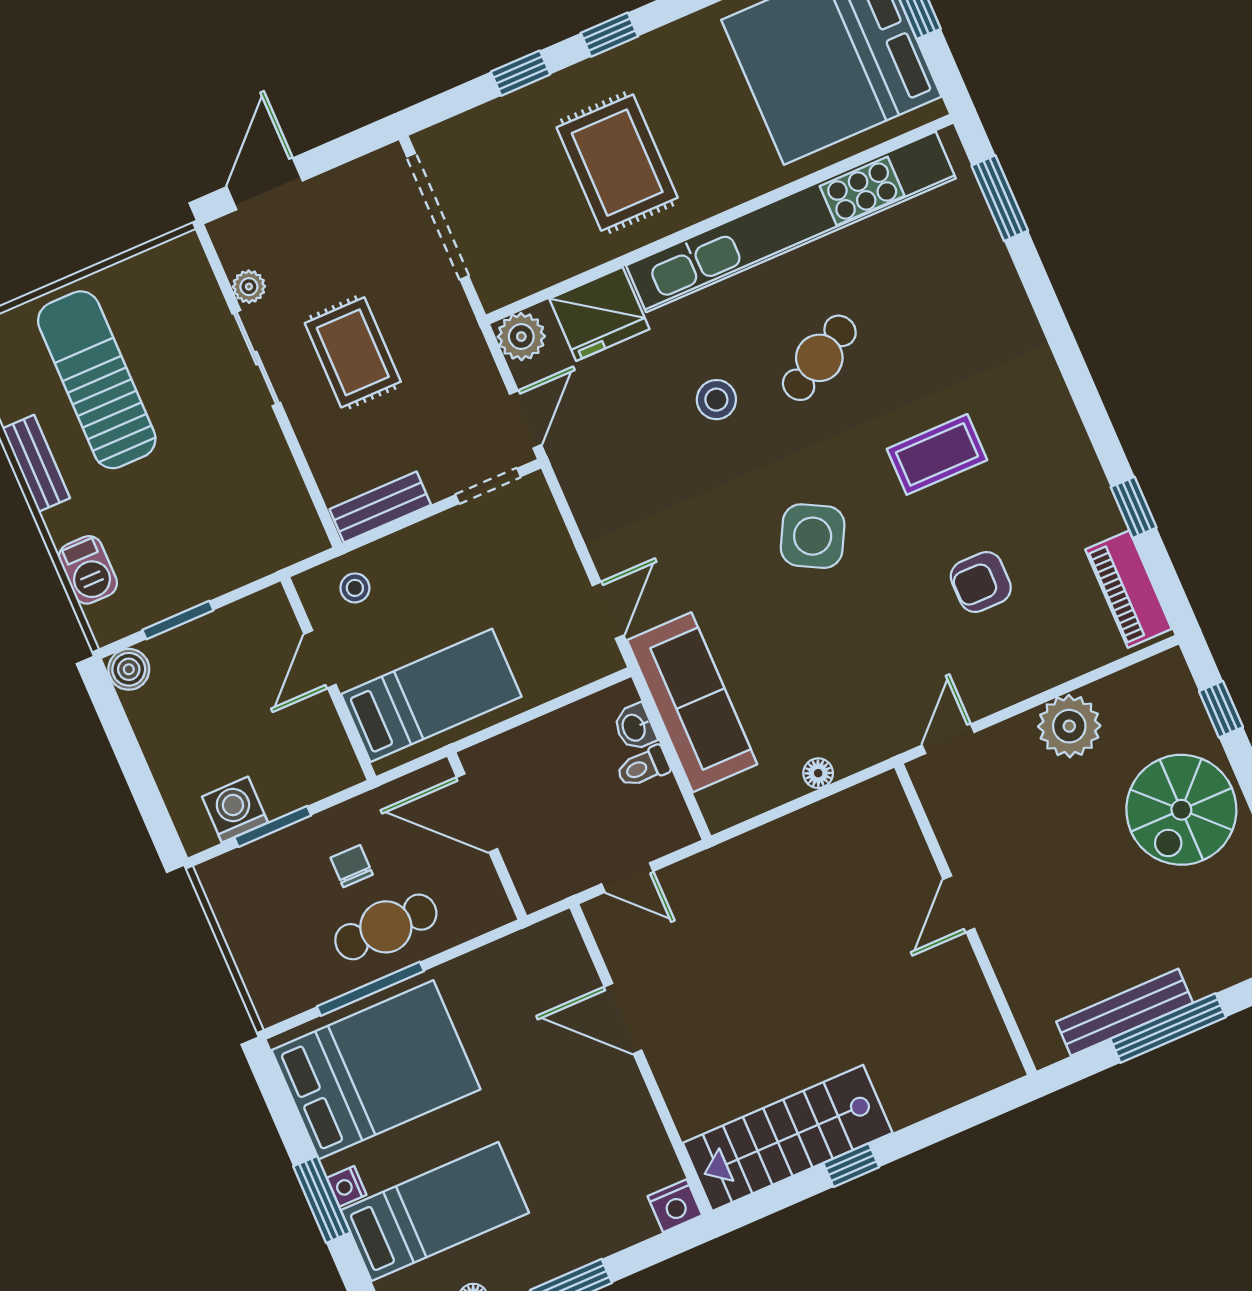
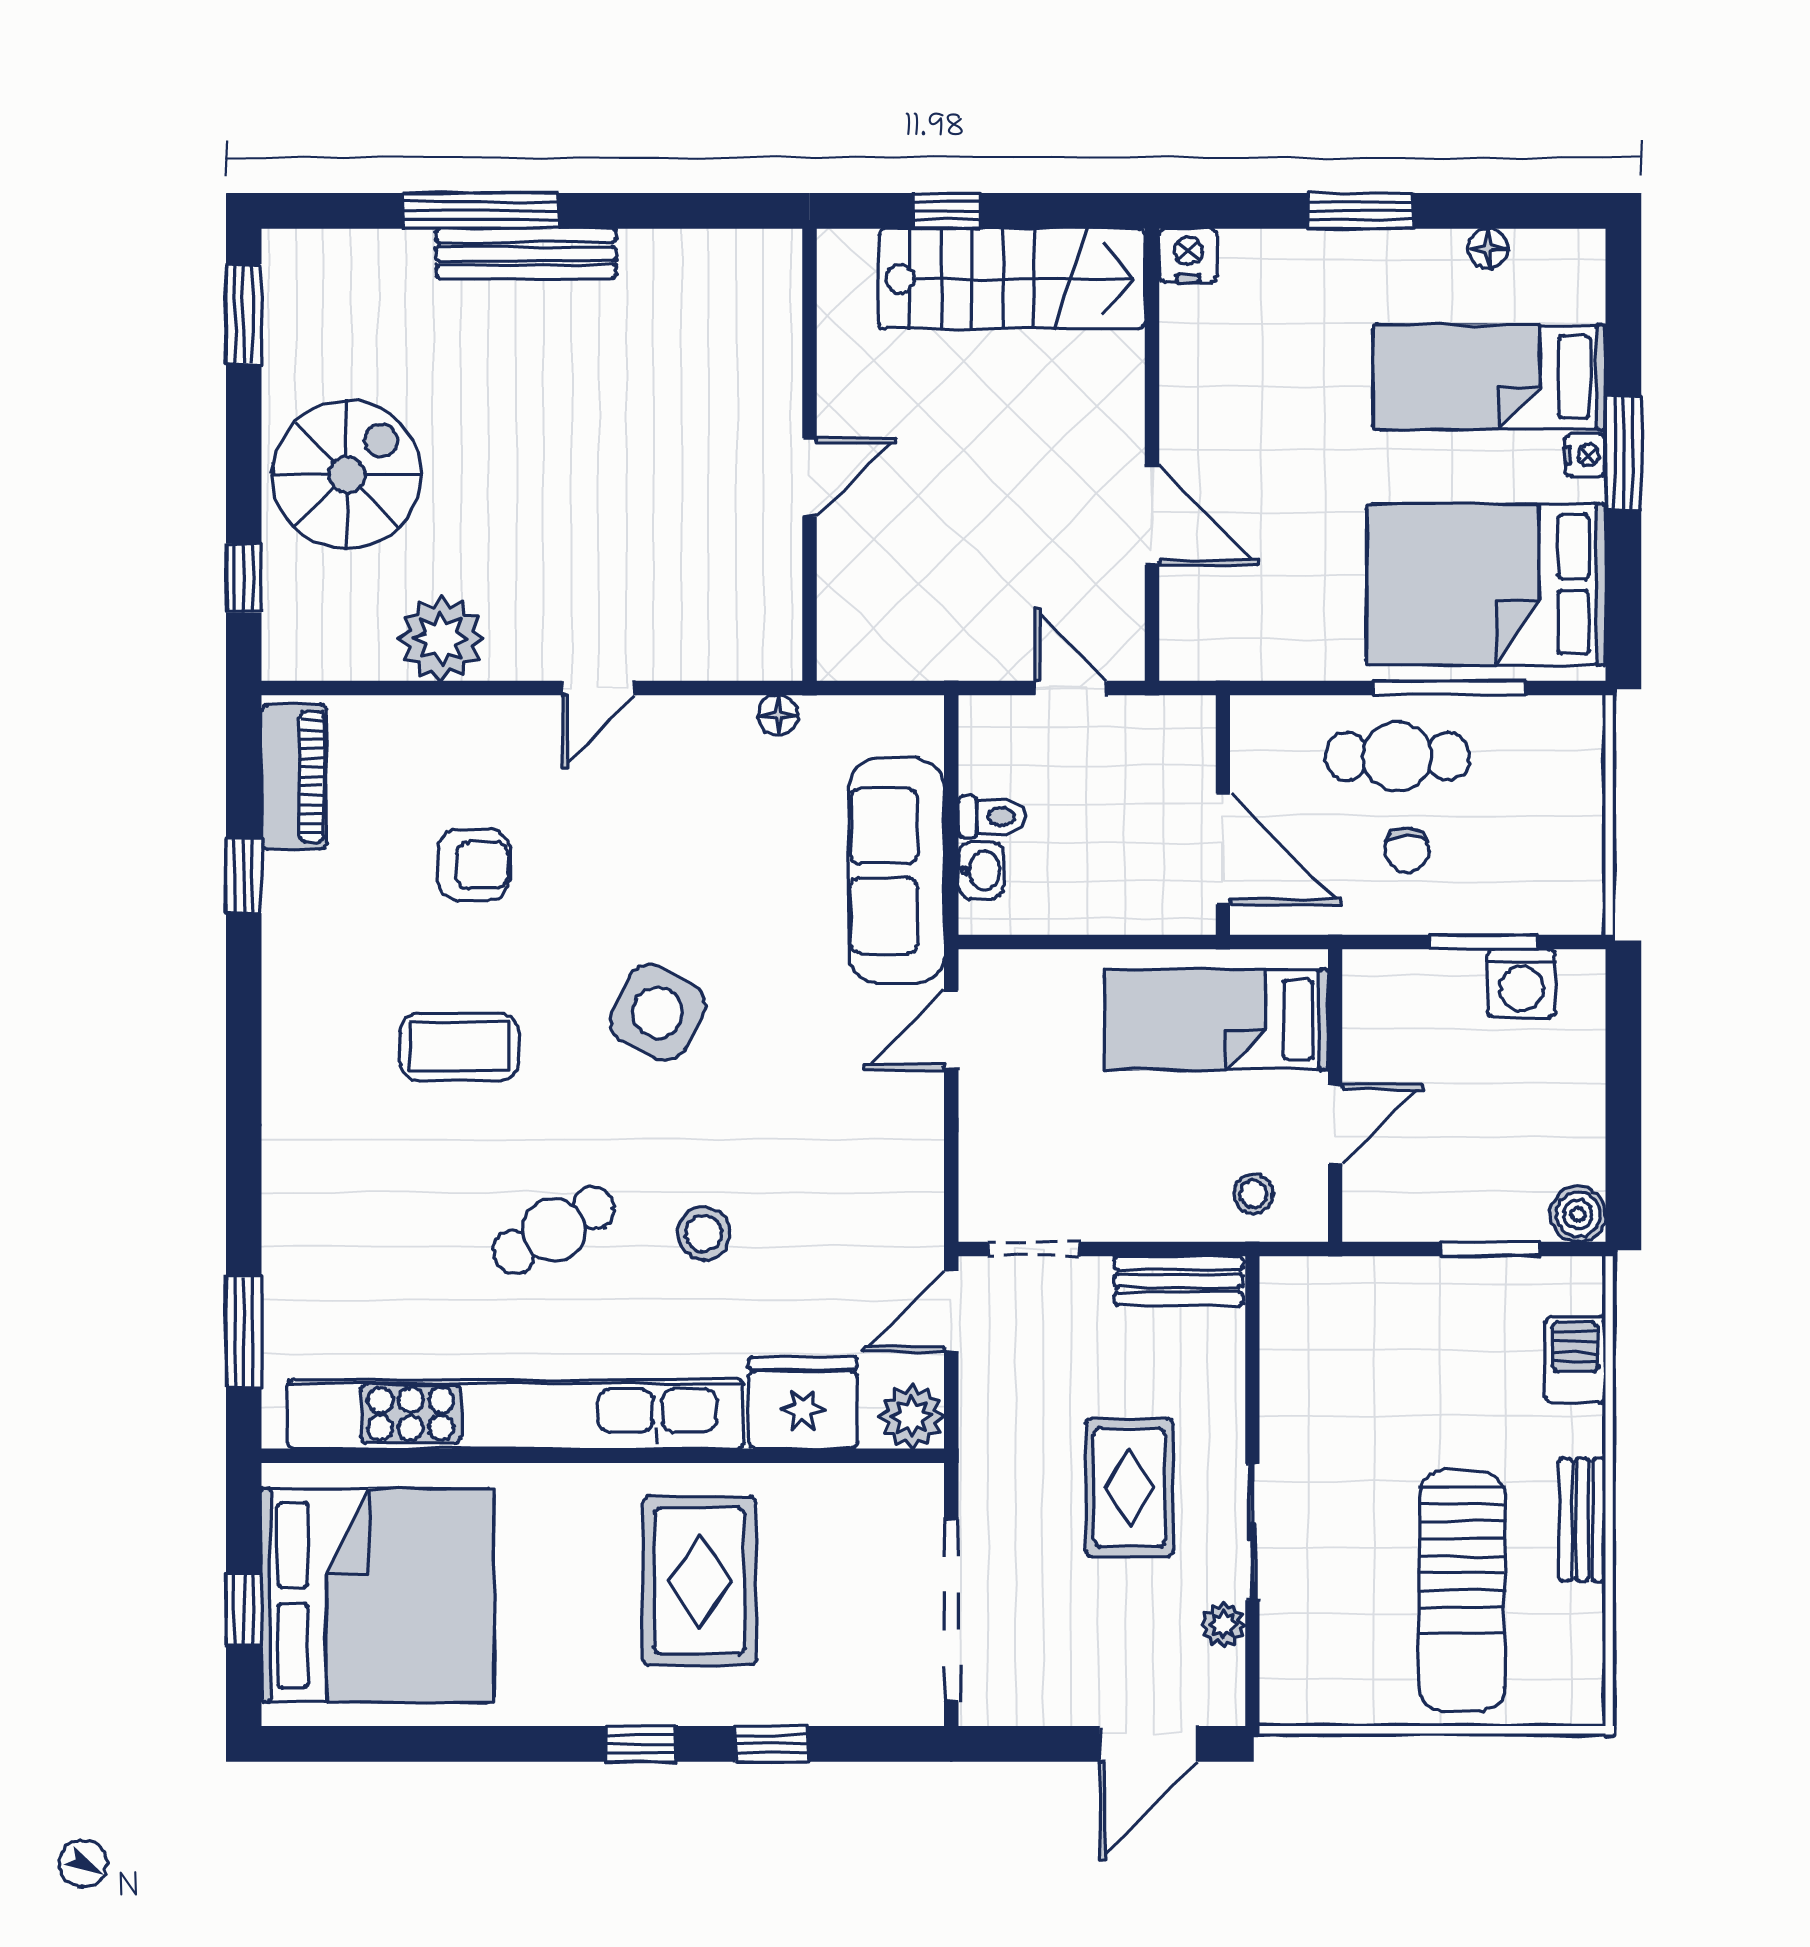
door: (959, 904) -> (809, 477), moved
wall: (965, 919) -> (809, 455), moved

